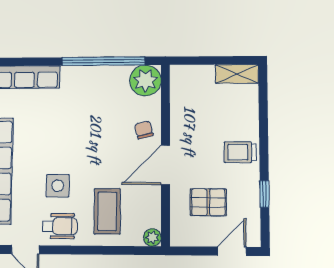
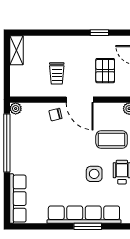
plant: (145, 80) -> (16, 109), width x0.53, depth x0.53
trolley: (240, 152) -> (57, 73), moved

